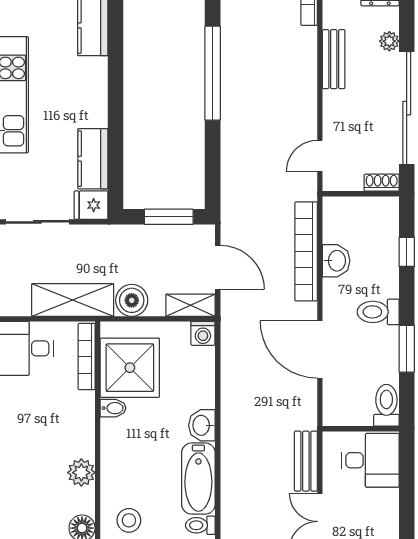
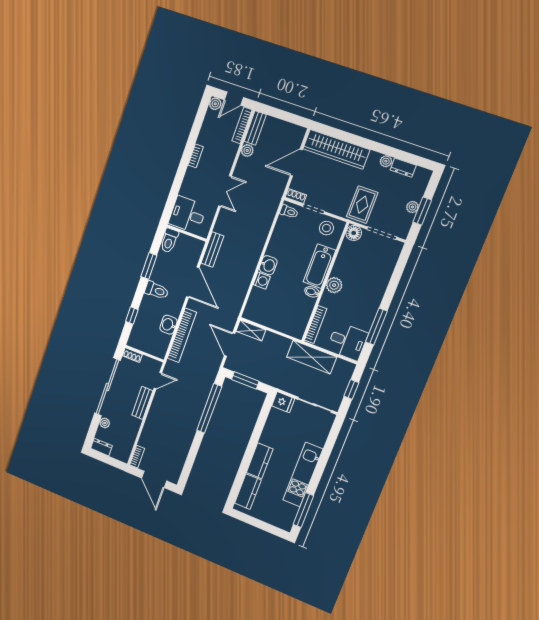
bench: (334, 59) -> (142, 403), moved
window: (213, 73) -> (209, 408), moved
kitchen counter: (93, 159) -> (260, 461), moved
boiler: (132, 300) -> (281, 345), removed
washing machine: (203, 333) -> (262, 281), moved, turned 90
shower: (130, 368) -> (295, 310), removed
bench: (306, 461) -> (212, 250), moved
plant: (81, 473) -> (334, 285), moved
bathtub: (198, 479) -> (319, 266), moved, turned 180

